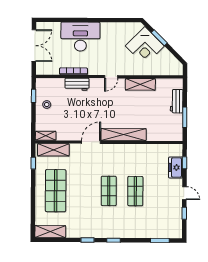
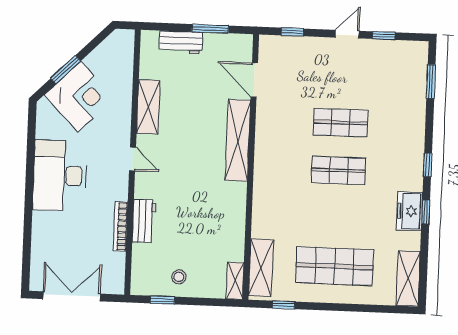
desk: (80, 37) -> (60, 176), moved
door: (91, 142) -> (254, 80), moved
freezer: (176, 167) -> (409, 211), moved, turned 90

